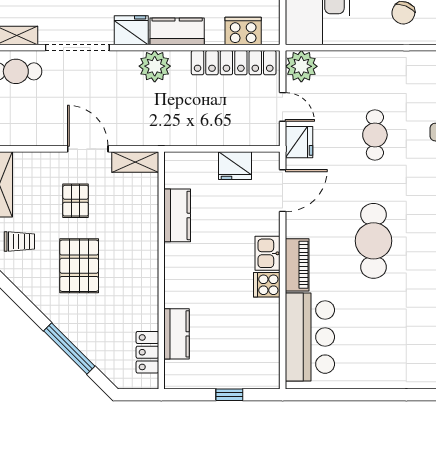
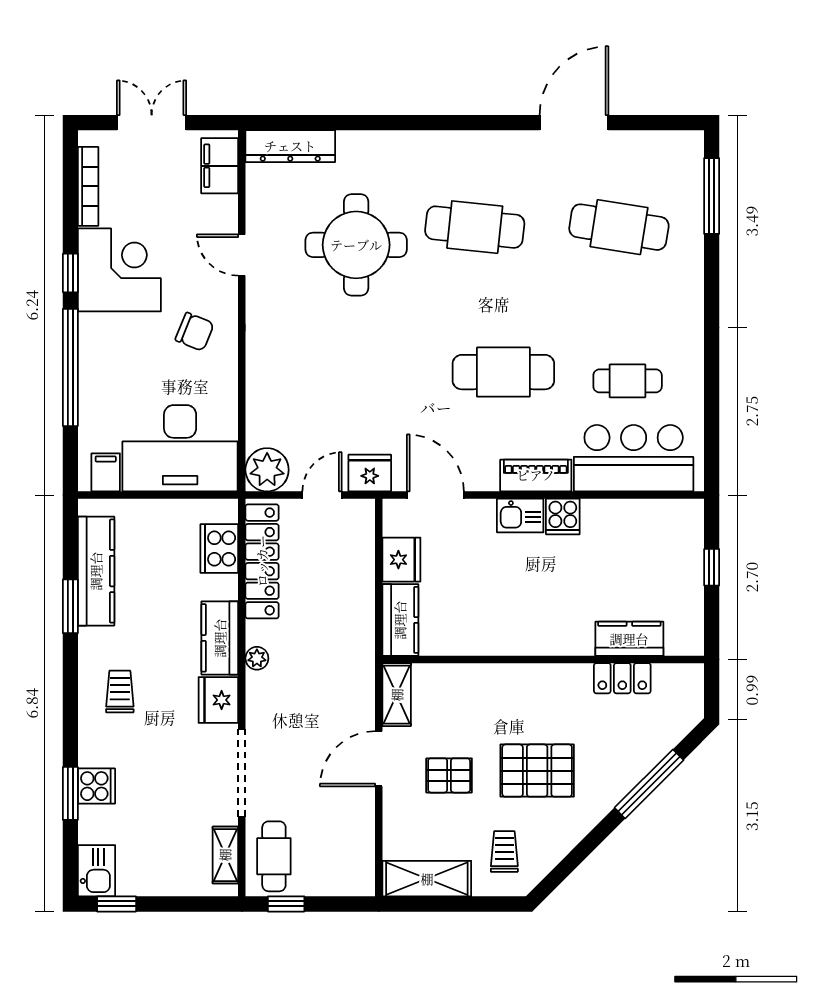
plant: (155, 66) -> (257, 658), width x0.53, depth x0.53
cafe table: (375, 135) -> (628, 381), moved
kitchen counter: (177, 215) -> (400, 620), moved, turned 90
locker: (147, 352) -> (622, 678), moved

